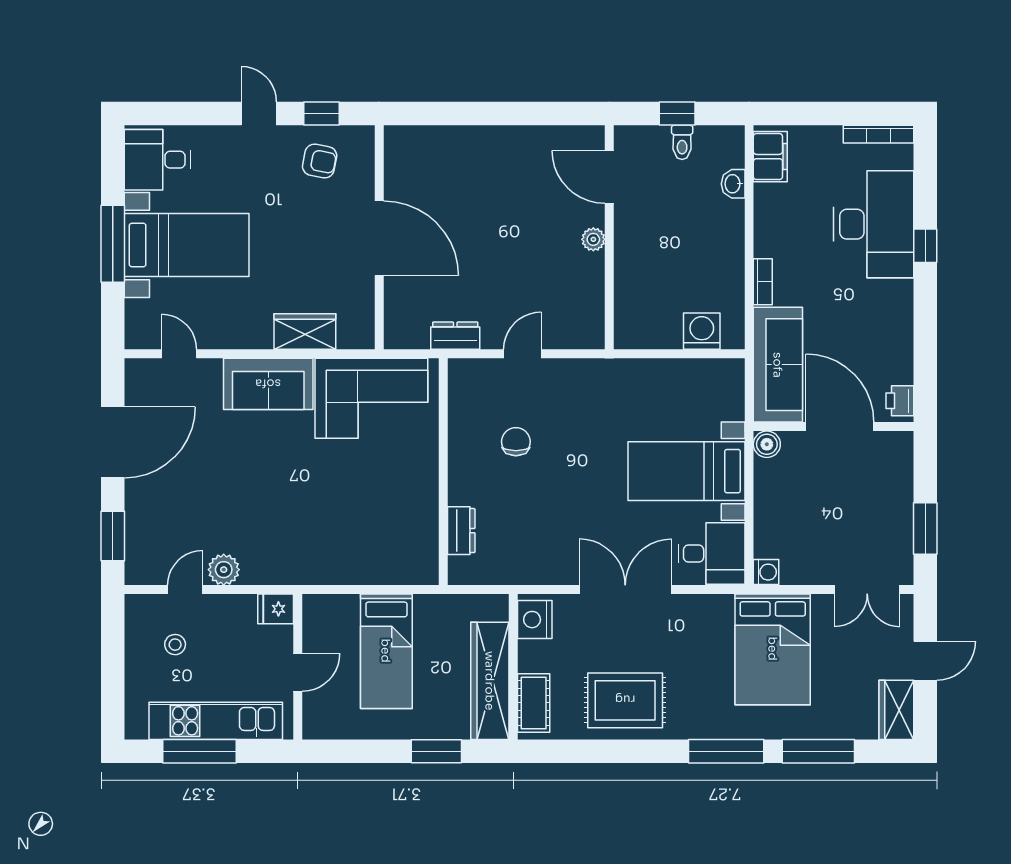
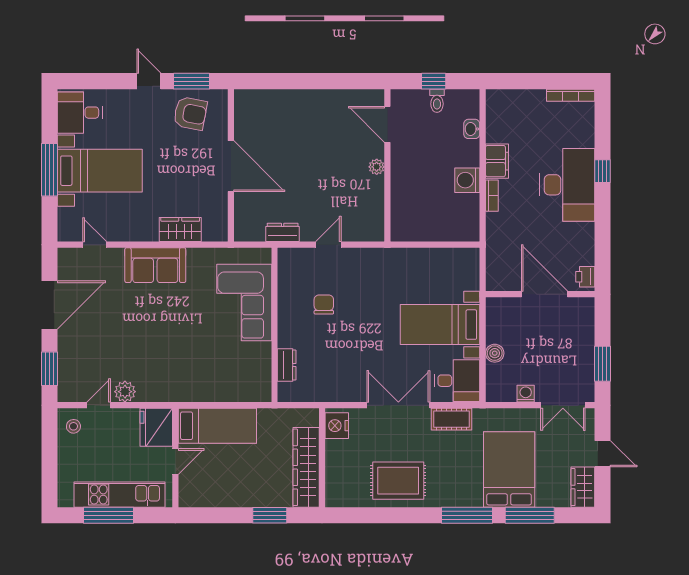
window: (321, 113) -> (192, 81), width x1.50
filing cabinet: (770, 157) -> (497, 161), moved
armchair: (320, 161) -> (190, 113), width x1.38, depth x1.38
desk: (874, 224) -> (567, 185), moved
washing machine: (702, 331) -> (467, 180), moved, turned -90
sofa: (778, 365) -> (502, 252), removed
corner sofa: (371, 398) -> (244, 303), moved, turned 90
boiler: (767, 444) -> (495, 353), moved
washing machine: (766, 572) -> (526, 394), moved, turned -90
fridge: (276, 609) -> (156, 427), width x1.88, depth x1.34
stool: (175, 645) -> (73, 426), moved
bed: (773, 649) -> (509, 470), moved, turned 180
bed: (386, 651) -> (217, 426), moved, turned -90
door: (925, 661) -> (603, 454), hinge flipped
cot: (534, 703) -> (451, 419), moved, turned 90

